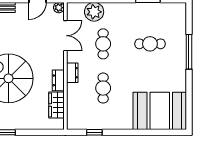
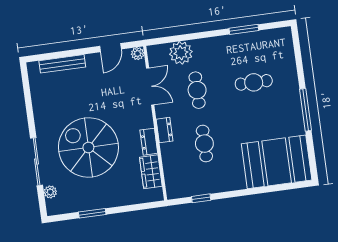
window: (189, 52) -> (305, 110), moved

